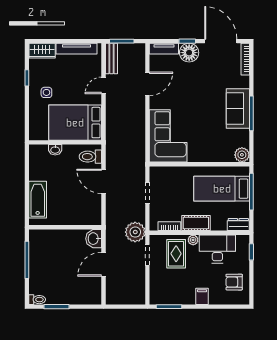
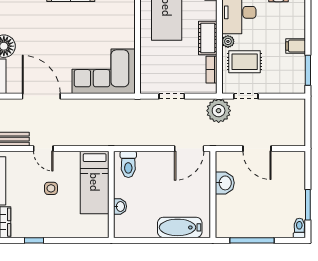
door: (147, 84) -> (41, 96), width x1.36
side table: (46, 92) -> (51, 188), moved
bed: (75, 123) -> (95, 182), width x0.67
door: (104, 181) -> (189, 149), moved
washbasin: (94, 239) -> (225, 183), moved, turned -90
filing cabinet: (202, 296) -> (296, 46), moved

